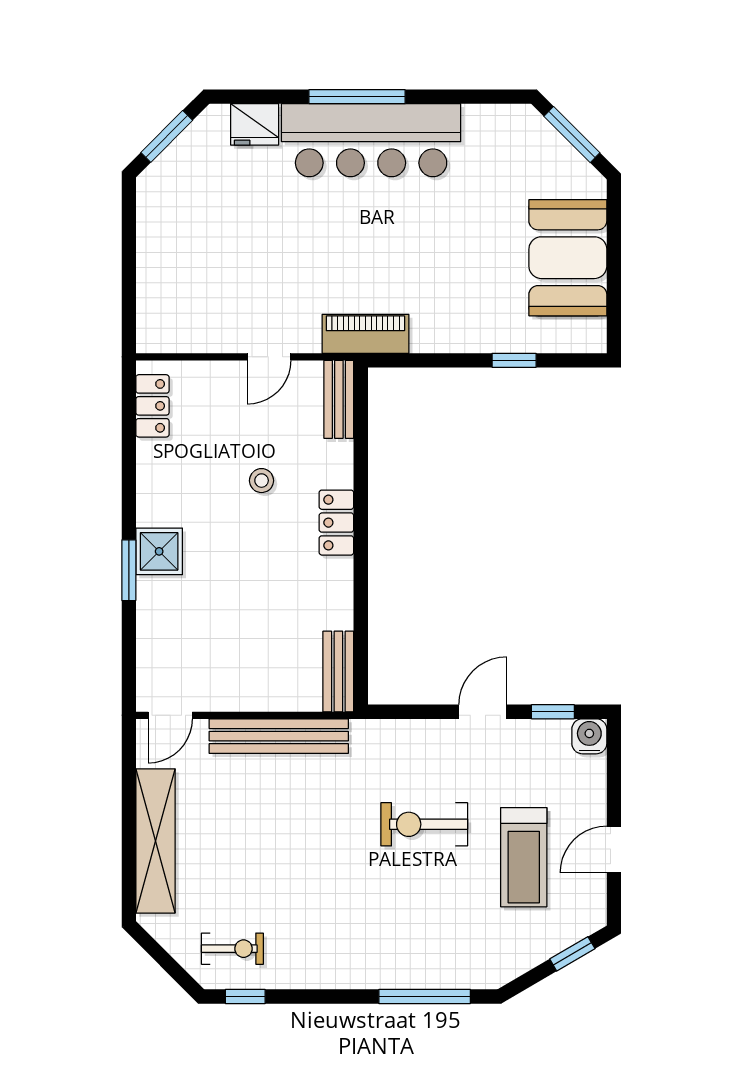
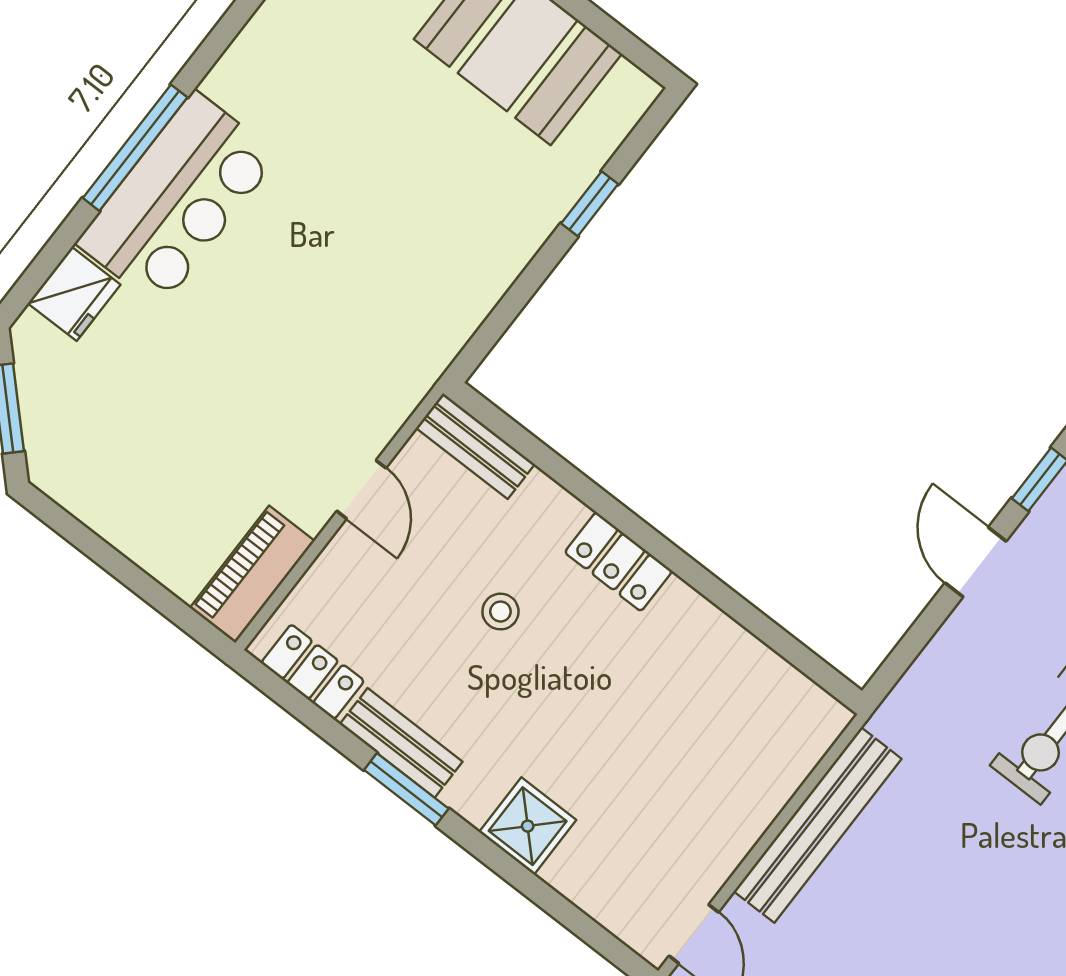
bar counter: (371, 140) -> (177, 199), width x0.73
piano: (365, 334) -> (252, 574), moved
shower: (159, 551) -> (528, 826), moved
window: (129, 570) -> (406, 789), moved
bench: (338, 672) -> (401, 743), moved

